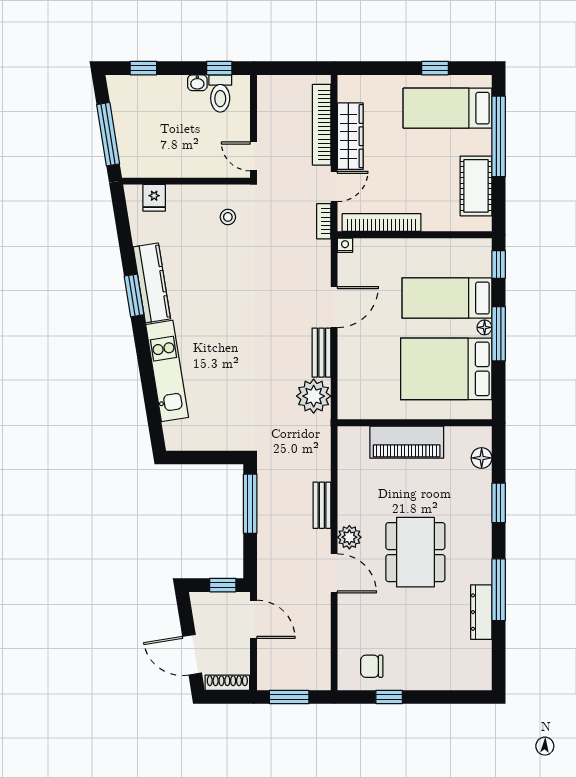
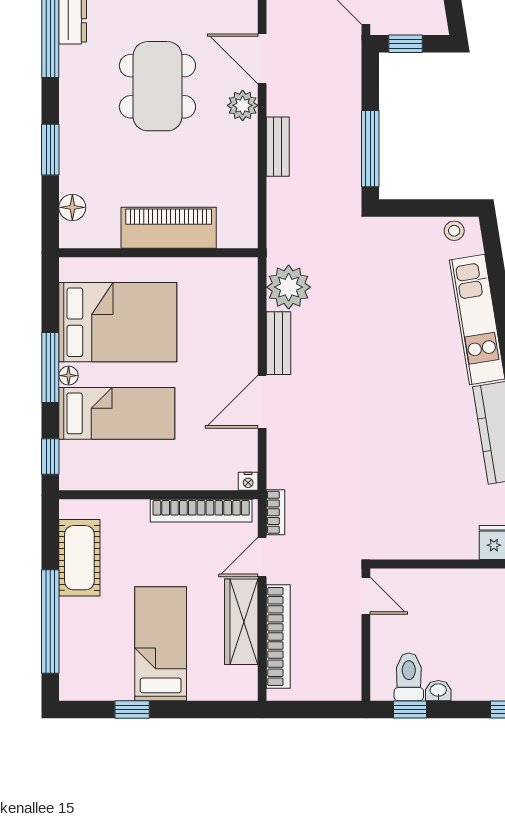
bed: (448, 108) -> (161, 644), moved, turned -90
stool: (228, 217) -> (454, 231), moved

